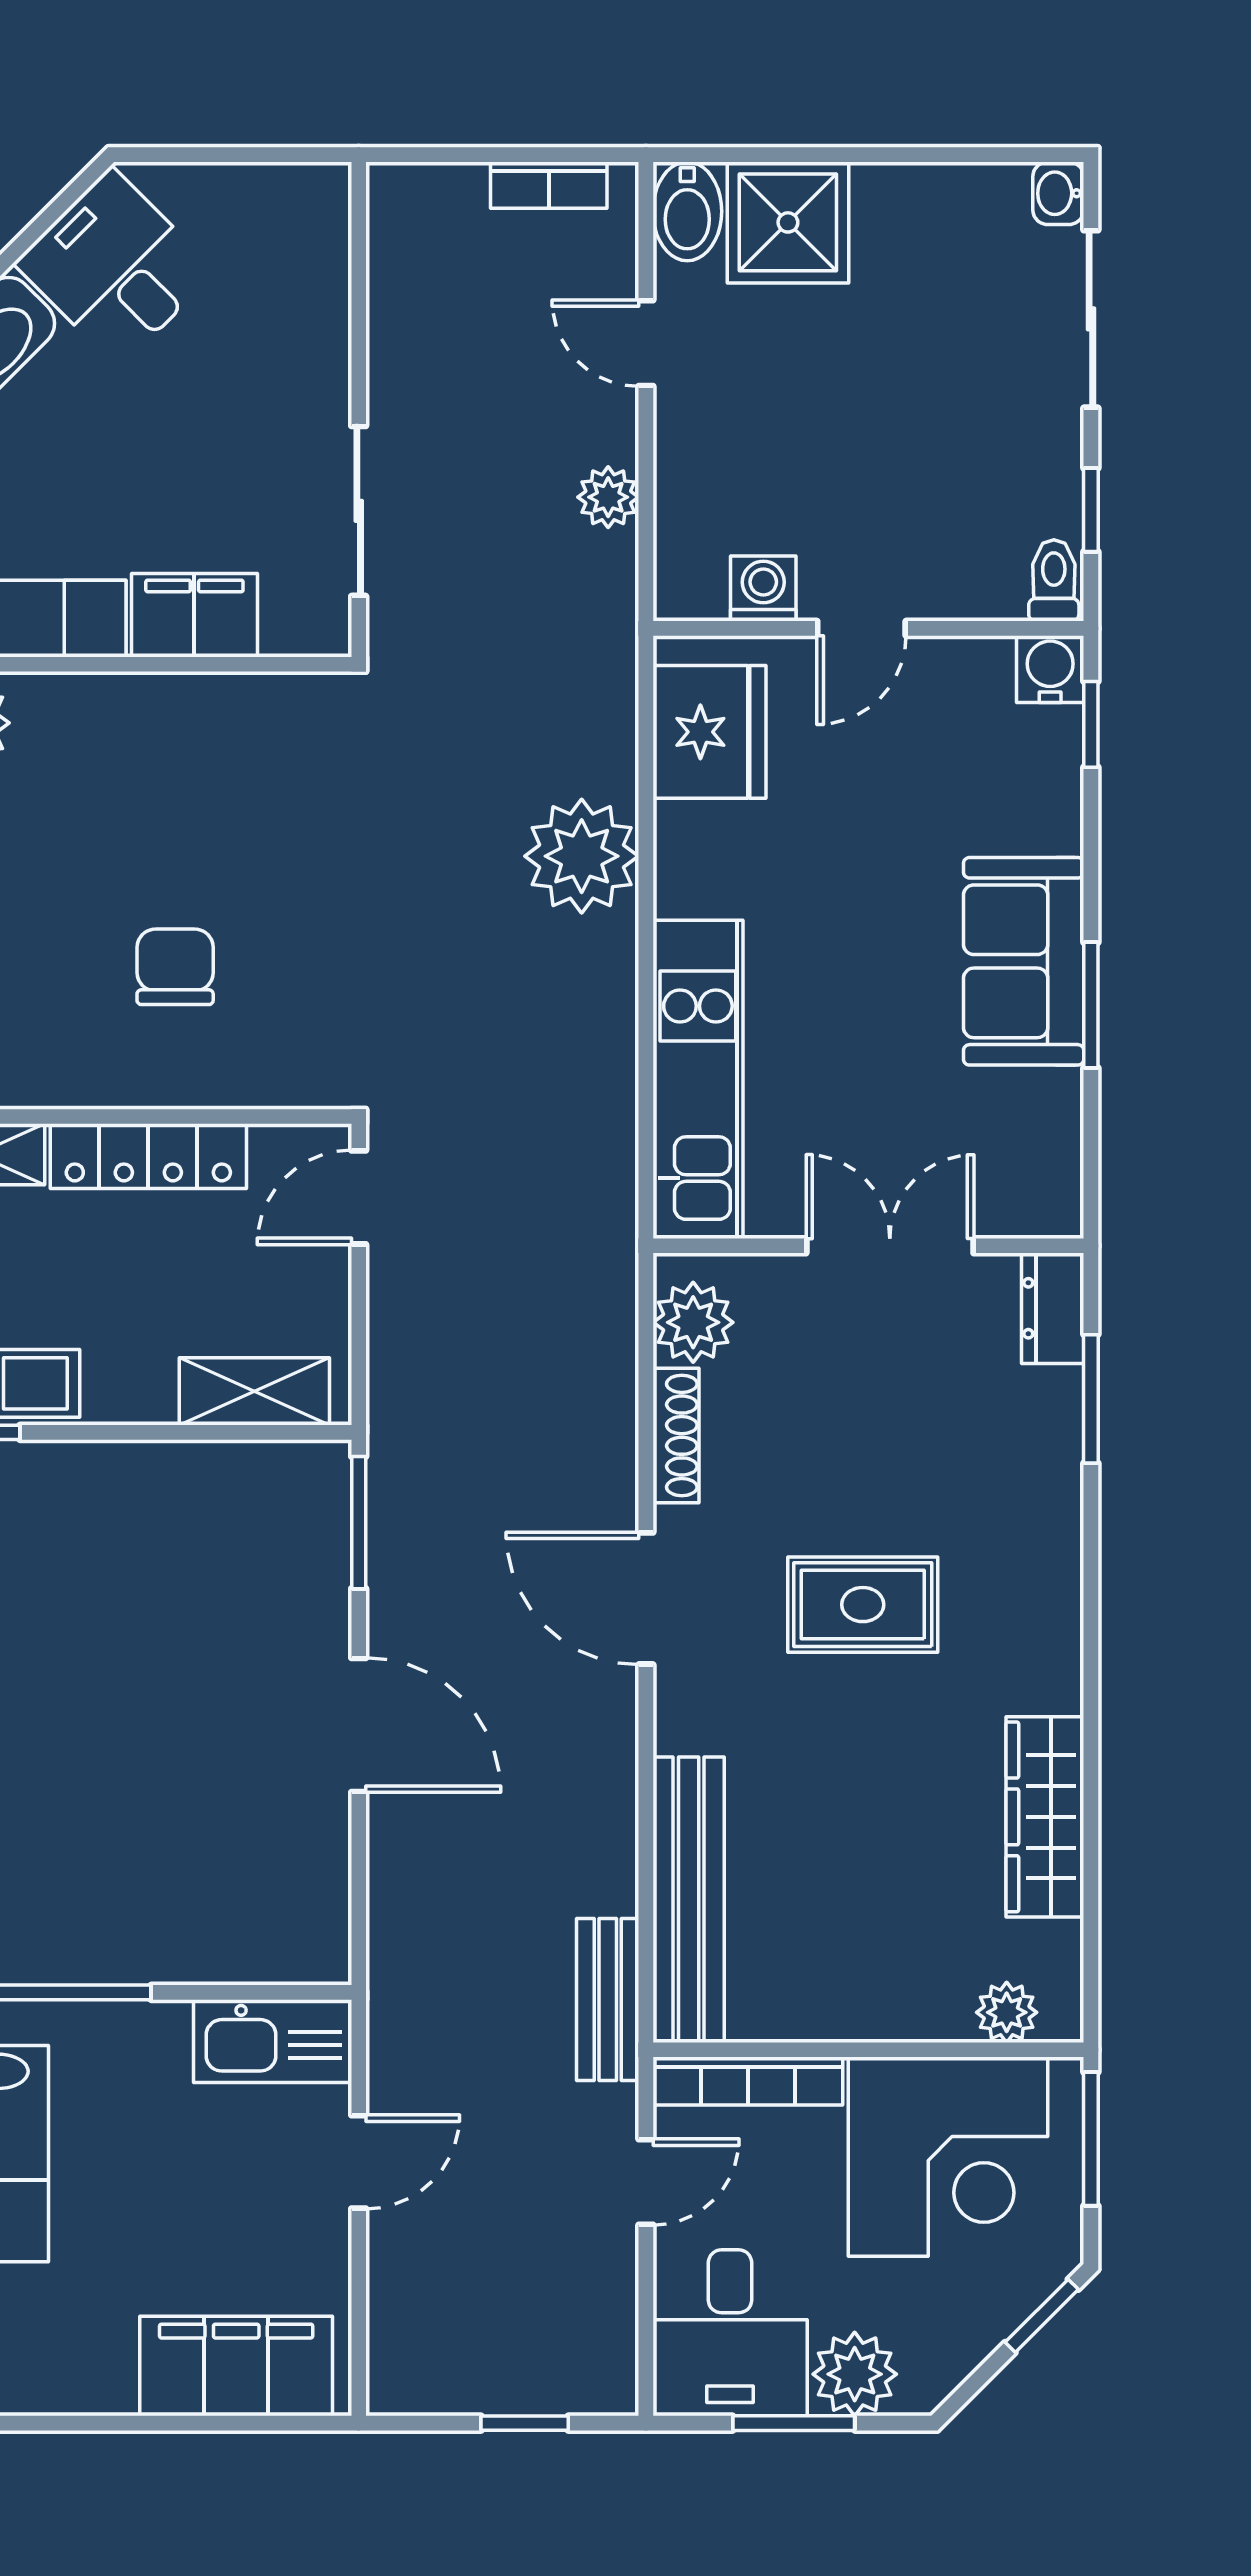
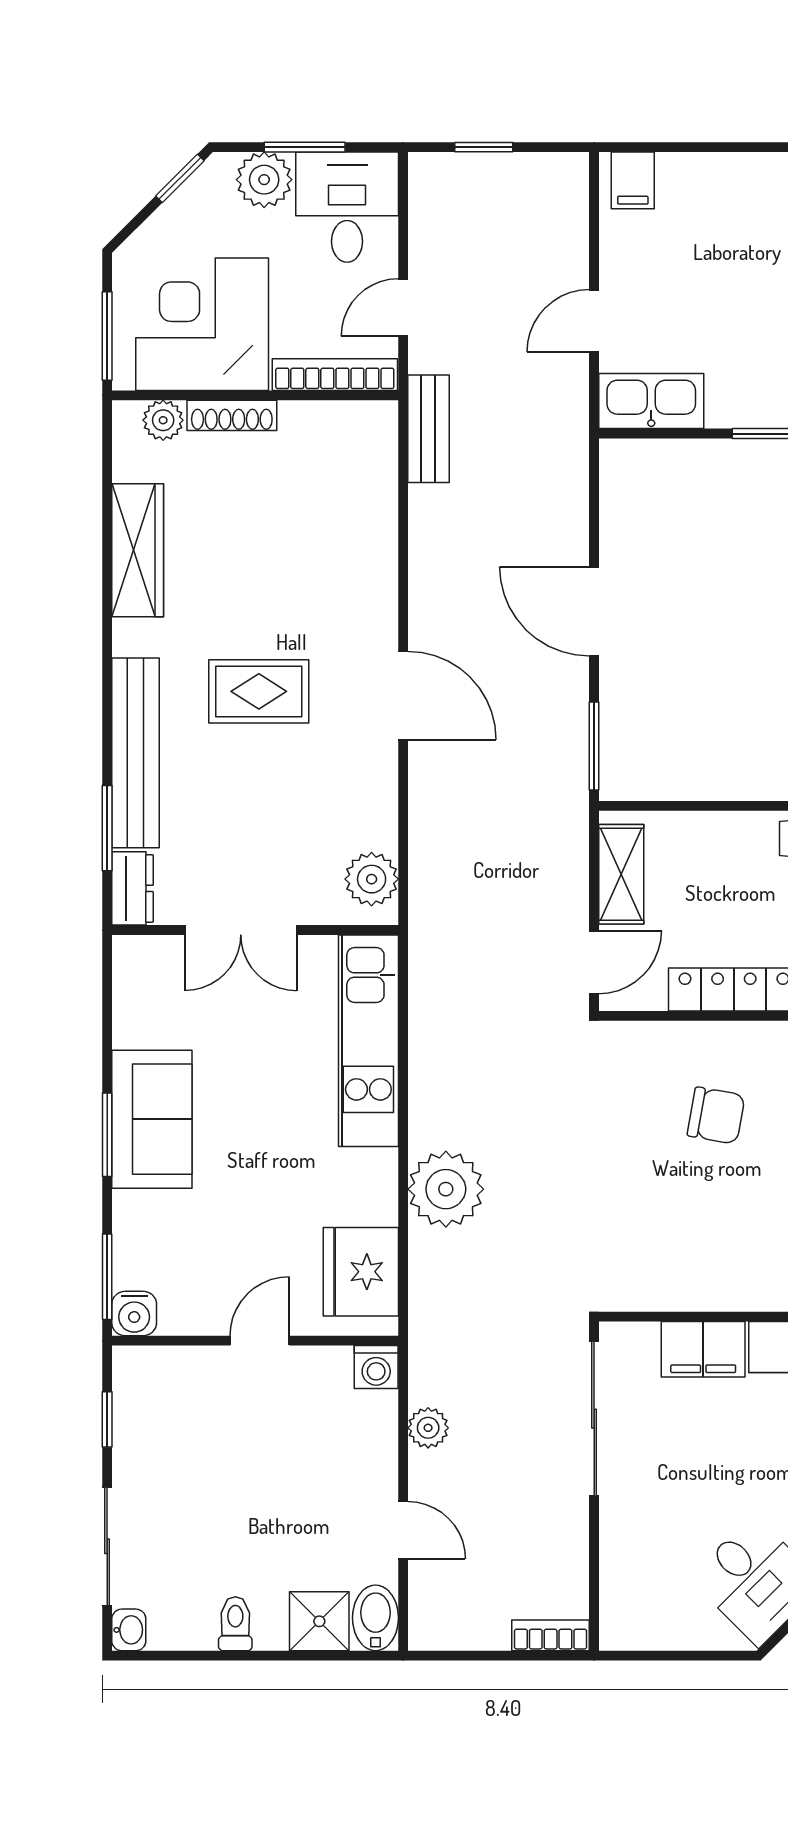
bookcase: (549, 185) -> (551, 1635), moved
shower: (788, 222) -> (319, 1621), width x0.73, depth x0.73
sliding door: (359, 511) -> (594, 1419), width x1.37
toilet: (1054, 580) -> (235, 1624), moved, turned 180
washing machine: (763, 589) -> (376, 1367), moved
window: (1091, 724) -> (107, 1277), width x1.50
chair: (175, 967) -> (716, 1115), turned -80
window: (1091, 1005) -> (107, 1135), moved
shelving: (254, 1391) -> (621, 874), moved, turned 90
shoe rack: (676, 1435) -> (232, 415), moved, turned -90
bench: (689, 1900) -> (135, 753), moved
window: (1042, 2316) -> (180, 178), moved
filing cabinet: (236, 2366) -> (633, 180), width x0.33, depth x0.86

